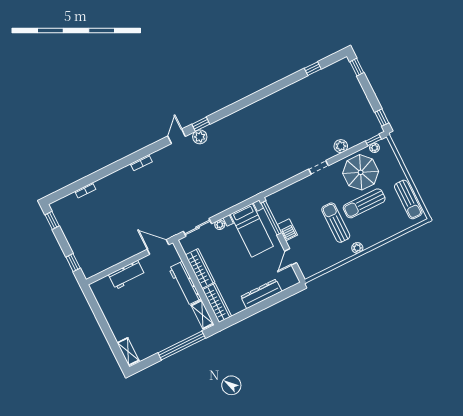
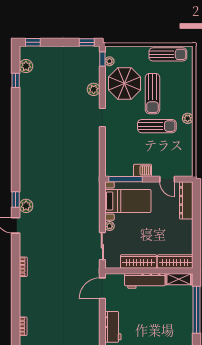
plant: (331, 72) -> (26, 66), added
sun lounger: (336, 223) -> (157, 126), turned 180
dresser: (261, 294) -> (186, 200), moved

